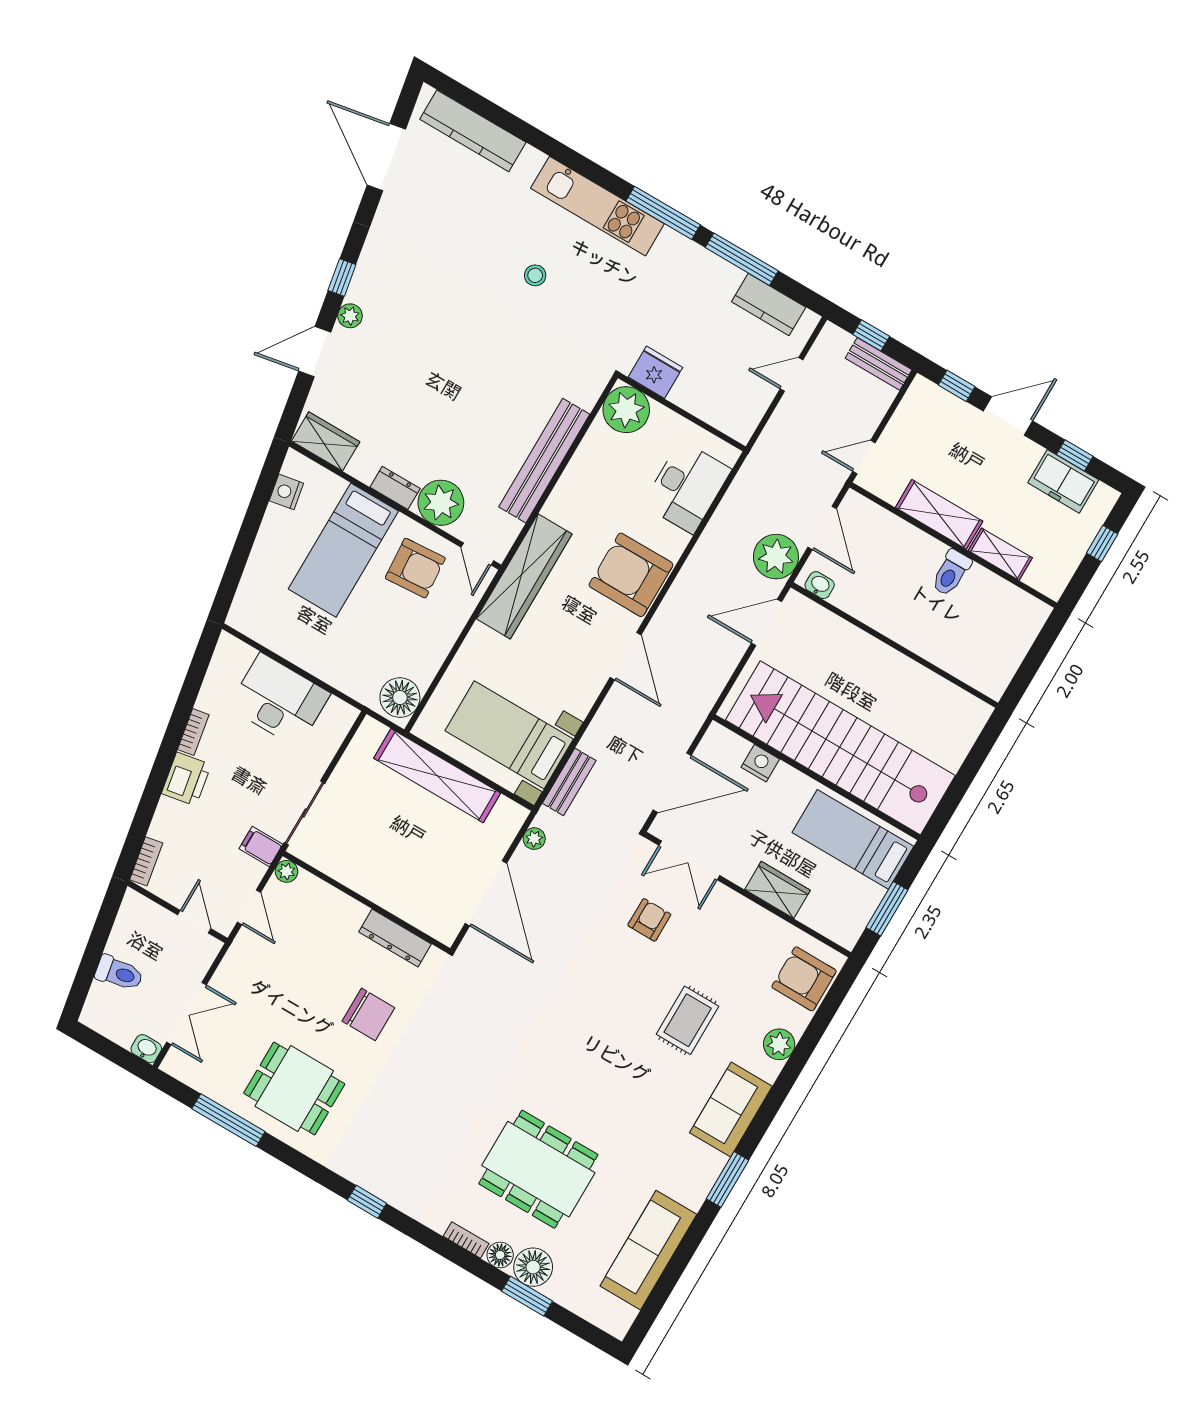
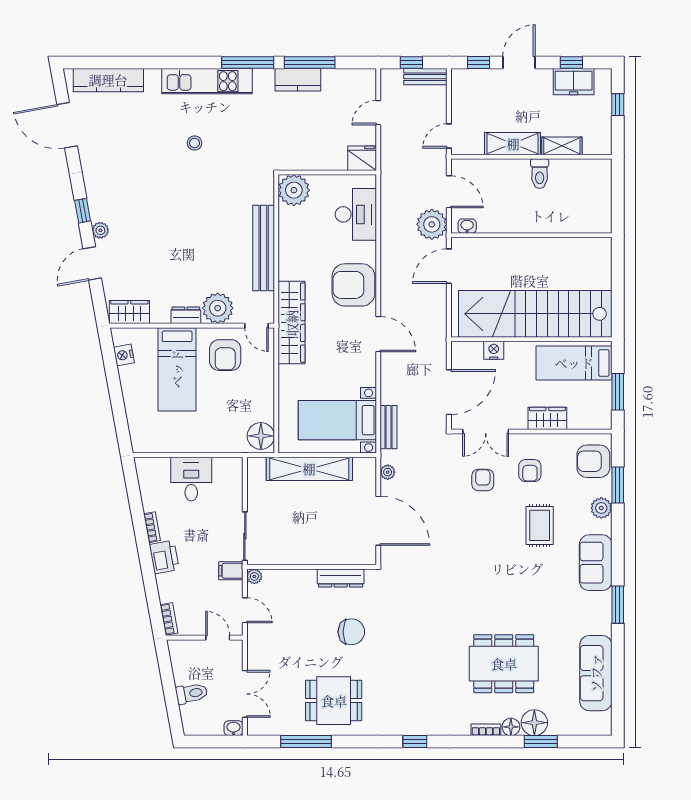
kitchen counter: (769, 304) -> (298, 80), moved
fridge: (655, 372) -> (362, 158), moved
armchair: (415, 568) -> (225, 355), turned 94
desk: (279, 700) -> (191, 479), width x0.73
armchair: (716, 943) -> (530, 471), added
window: (817, 1027) -> (618, 485), added

